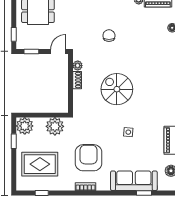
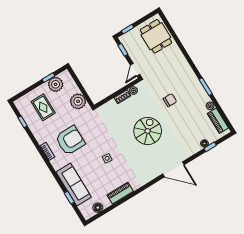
door: (58, 51) -> (135, 70), swing flipped
spiral stairs: (117, 89) -> (148, 131), moved
plant: (25, 126) -> (56, 84), moved
rug: (40, 164) -> (43, 107), width x0.73, depth x0.70

